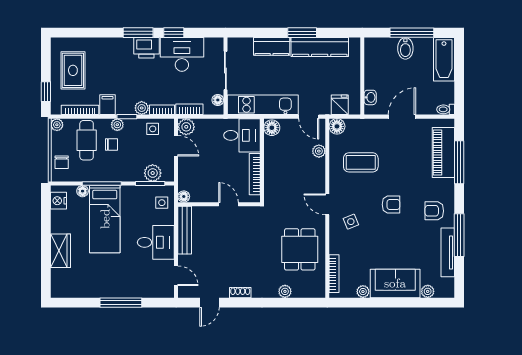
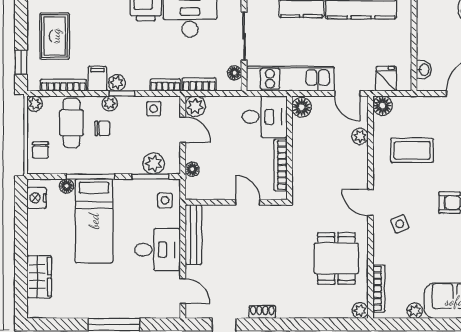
plant: (142, 108) -> (117, 83), moved
floor lamp: (184, 197) -> (192, 169), moved
wardrobe: (61, 251) -> (39, 277), moved
plant: (285, 291) -> (360, 311), moved

